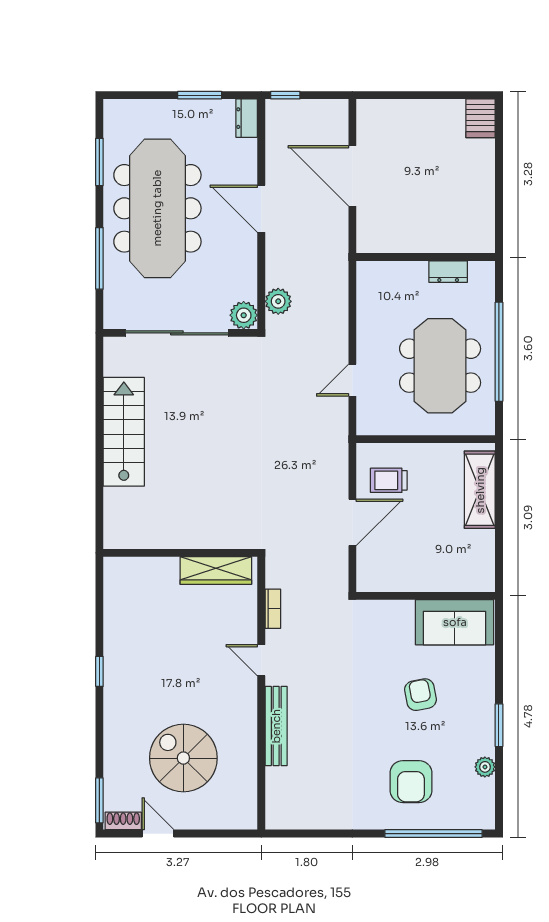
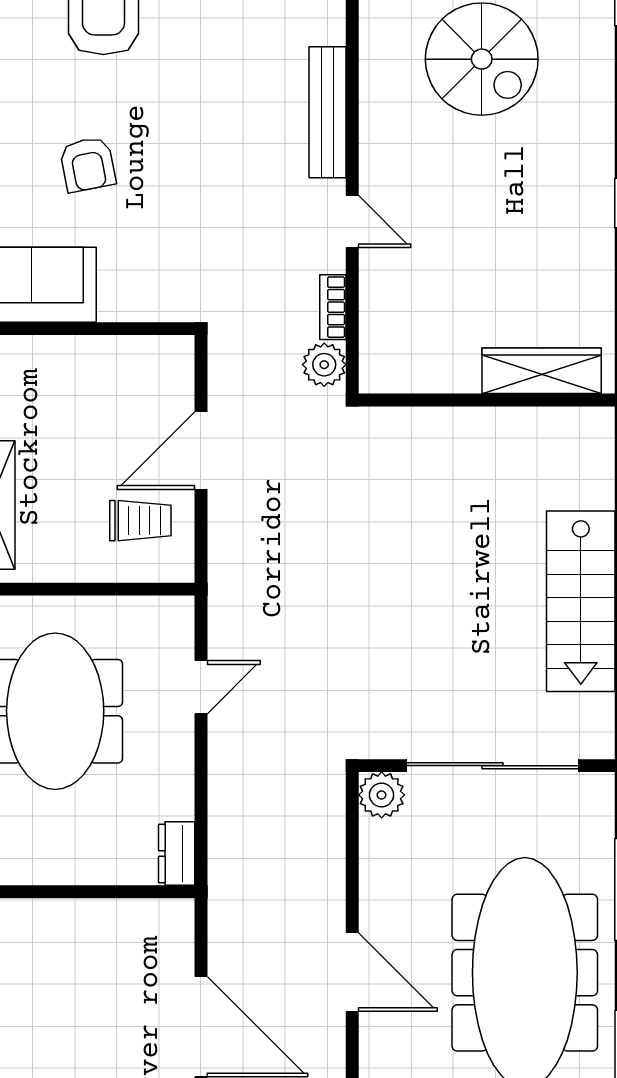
dresser: (448, 272) -> (177, 854), moved, turned -90
plant: (278, 301) -> (324, 365), moved
wardrobe: (216, 570) -> (542, 371), moved

